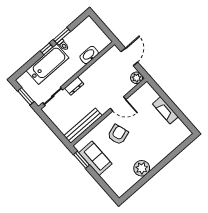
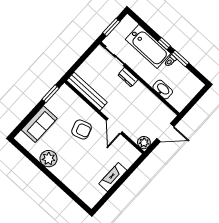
sofa: (95, 158) -> (39, 124), moved

